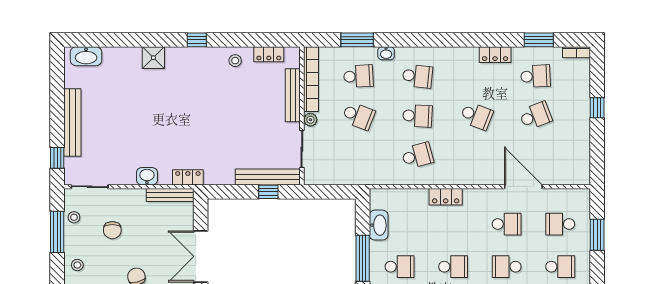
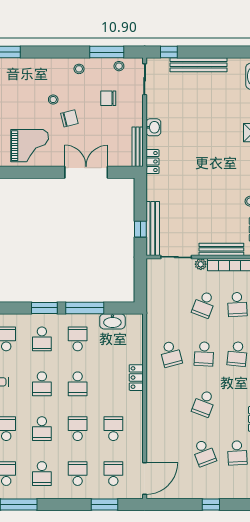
door: (523, 187) -> (145, 478), moved
school desk: (507, 224) -> (113, 429), turned 180
school desk: (400, 267) -> (78, 339), turned 180
school desk: (560, 267) -> (78, 474), turned 180

